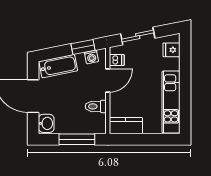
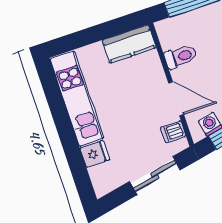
fridge: (171, 50) -> (95, 154), moved
door: (108, 81) -> (176, 99), swing flipped

